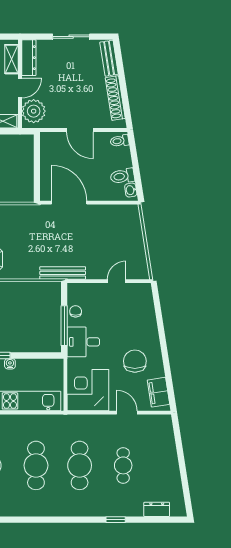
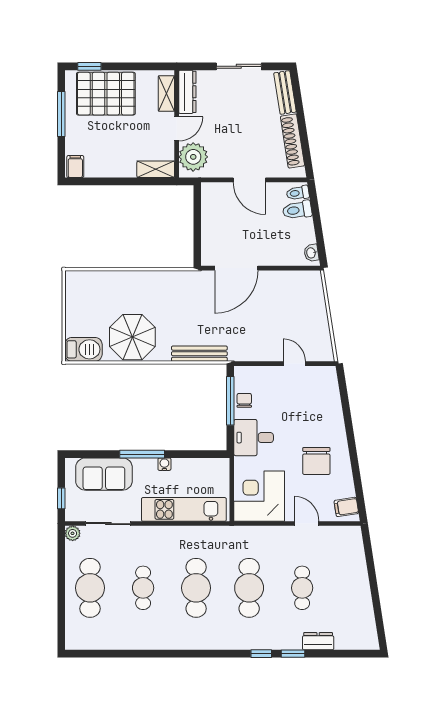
toilet: (122, 176) -> (297, 210), moved
door: (69, 203) -> (236, 268), swing flipped
bench: (63, 273) -> (199, 354), moved
door: (117, 281) -> (294, 364), hinge flipped
window: (64, 326) -> (230, 401), moved
chair: (135, 361) -> (316, 461), turned 180
filing cabinet: (158, 392) -> (346, 507), width x0.50
dresser: (157, 509) -> (318, 641), moved
window: (90, 520) -> (261, 654), added

